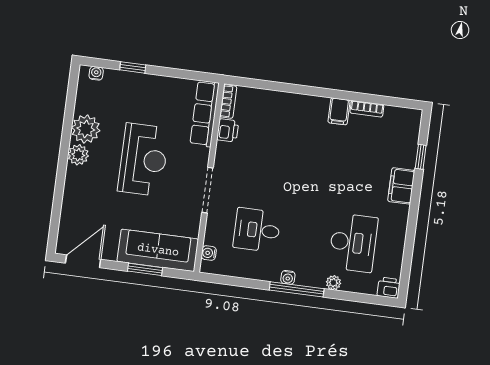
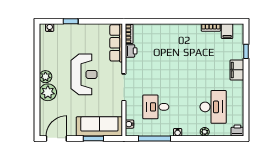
filing cabinet: (339, 111) -> (227, 31), moved
plant: (86, 129) -> (48, 92), moved
window: (297, 289) -> (155, 139), moved

